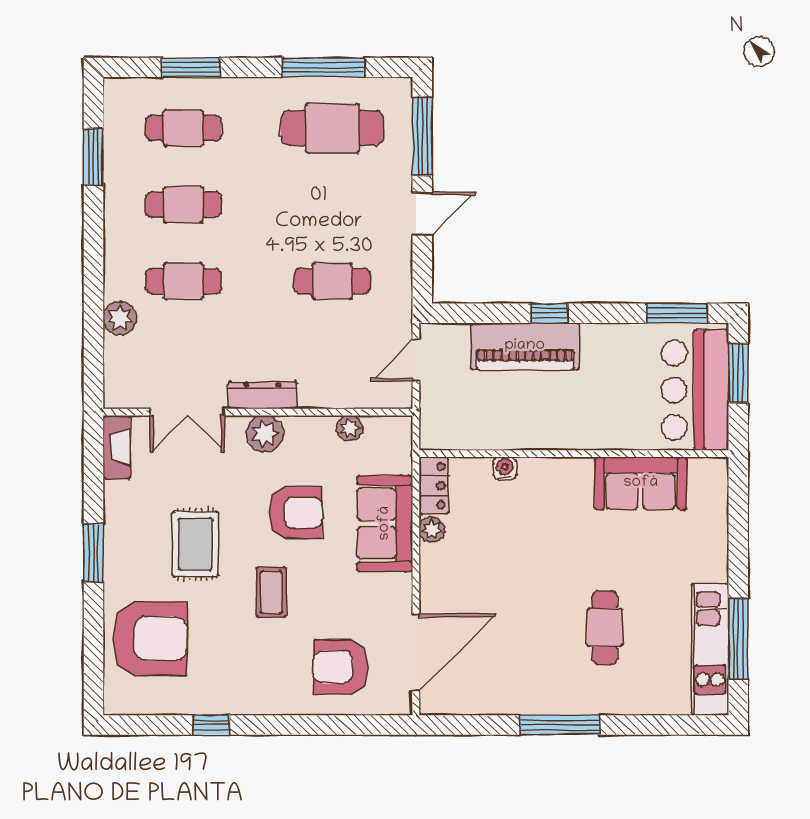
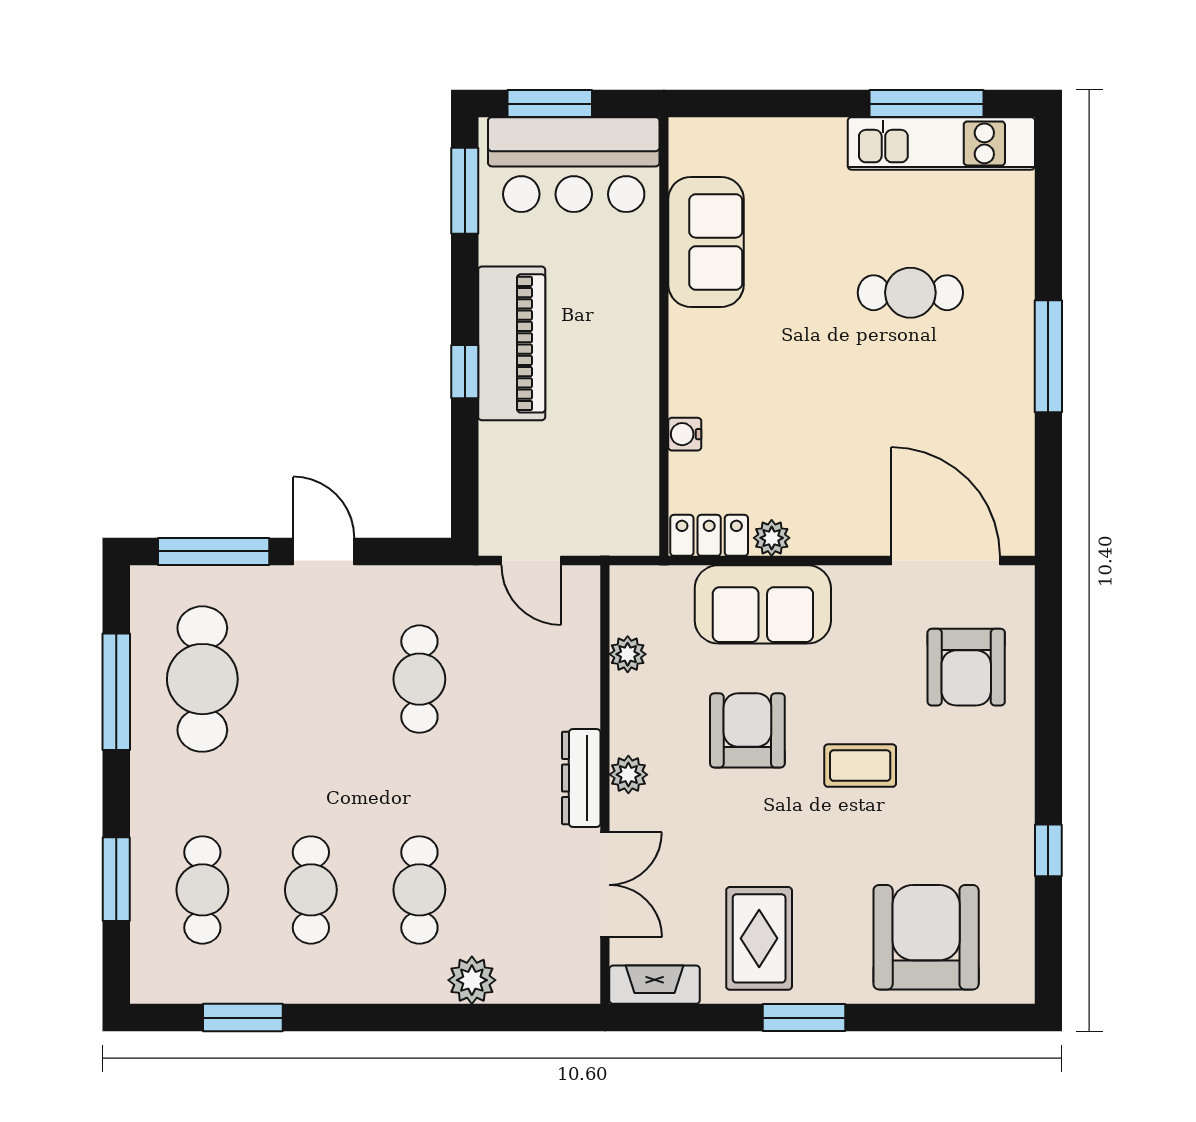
piano: (525, 346) -> (512, 343), moved
plant: (265, 434) -> (628, 775), width x0.73, depth x0.73
rug: (195, 544) -> (759, 938), moved, turned 90

